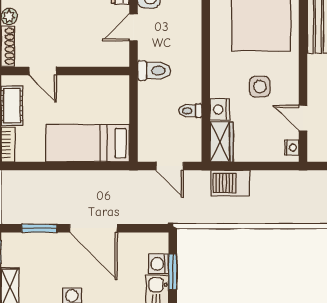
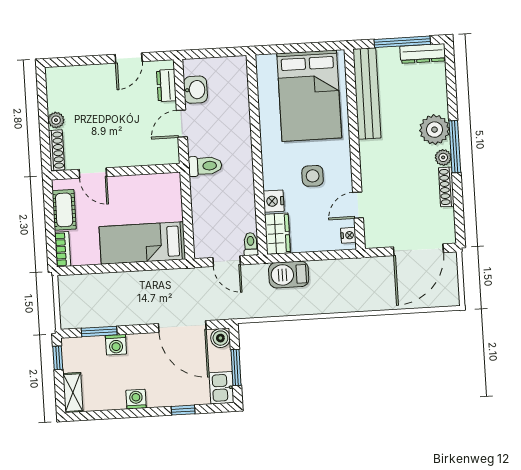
toilet: (190, 111) -> (251, 244), moved, turned 90
door: (303, 118) -> (358, 205), hinge flipped
door: (93, 228) -> (182, 327), moved
boiler: (159, 242) -> (220, 338), added
washing machine: (159, 264) -> (116, 345), moved, turned -90

